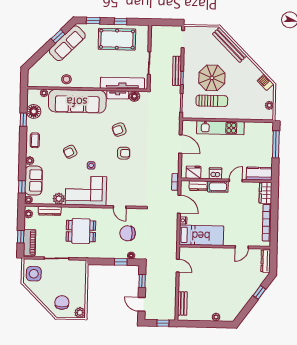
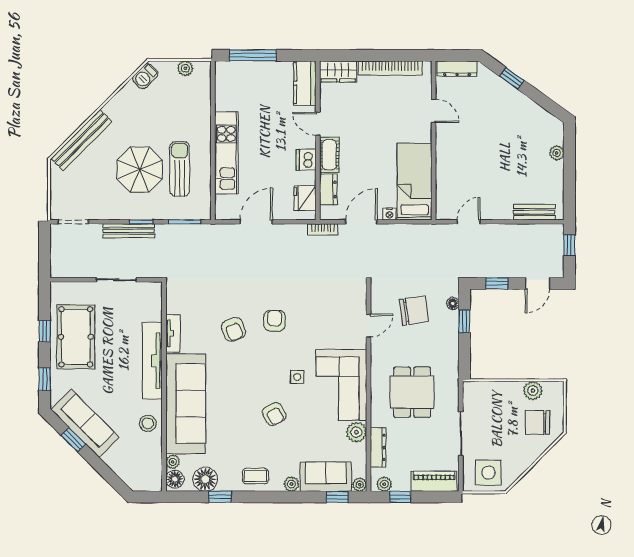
tv unit: (122, 83) -> (152, 361), moved
floor lamp: (134, 96) -> (175, 479), moved
chair: (128, 233) -> (414, 311), turned -98
window: (21, 237) -> (400, 497), moved
plant: (80, 313) -> (533, 391), moved

